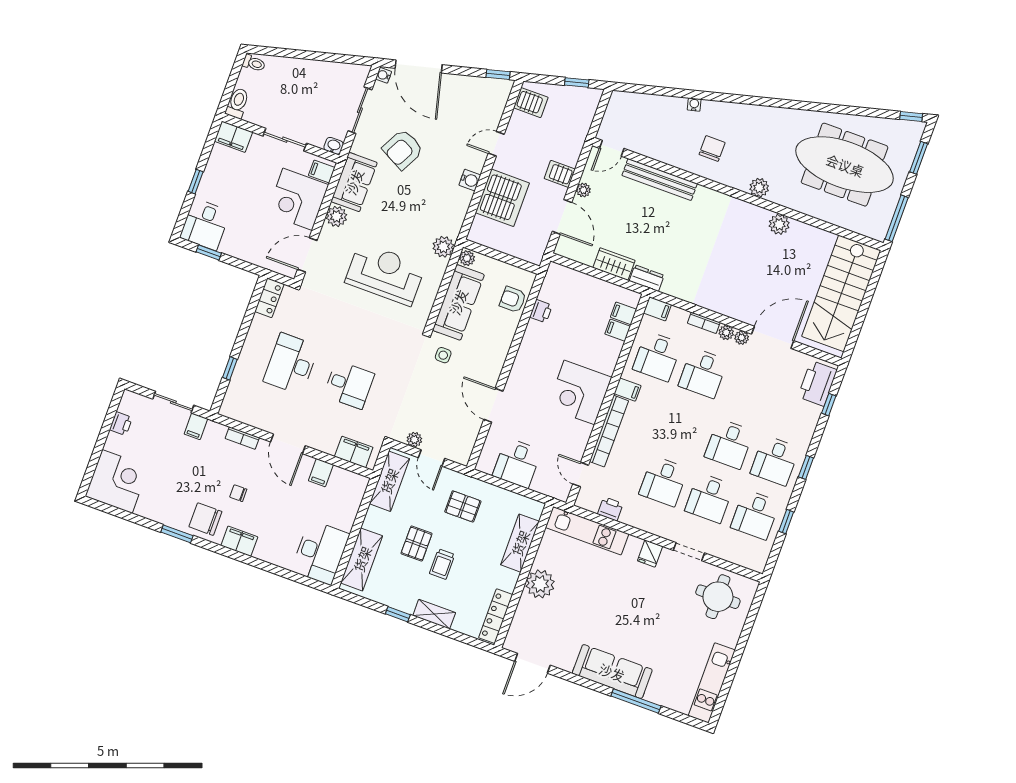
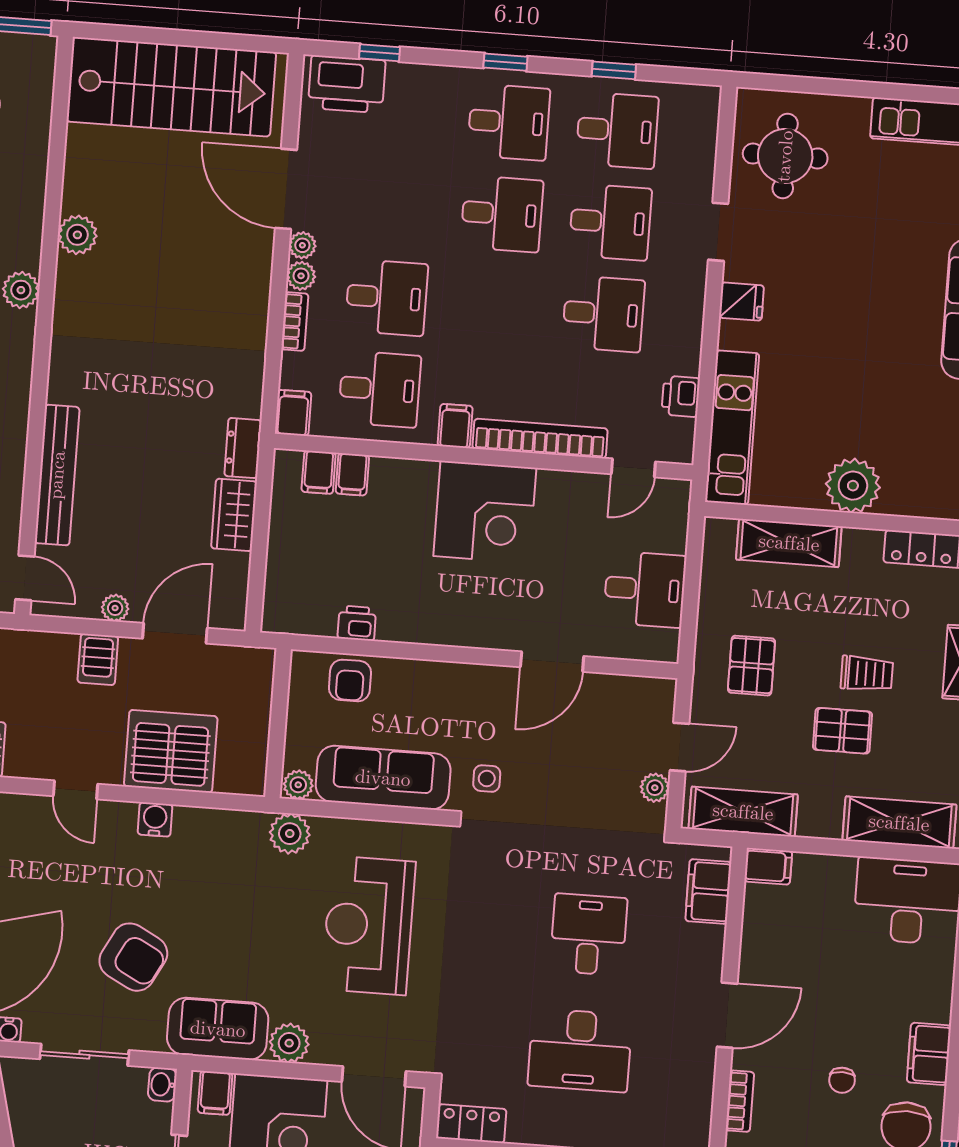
filing cabinet: (321, 473) -> (768, 866), moved

